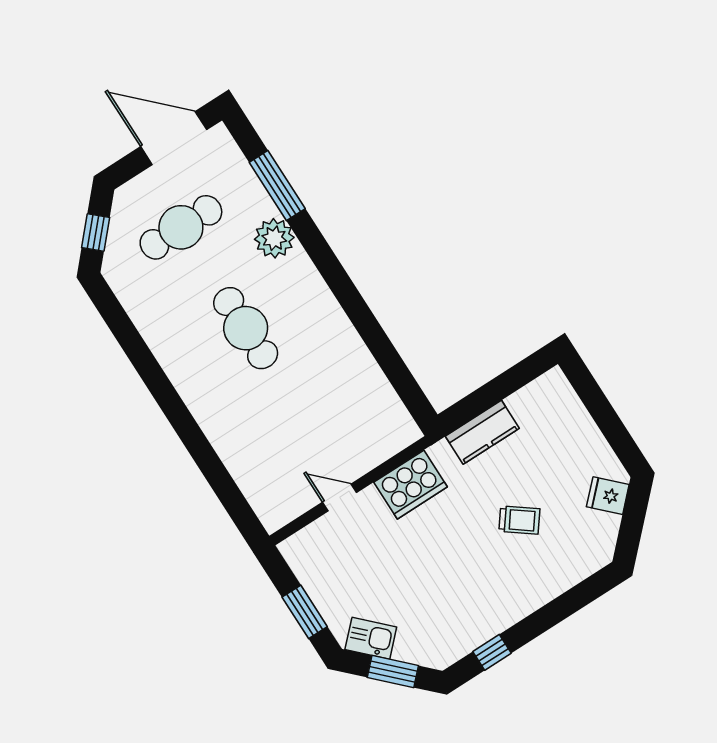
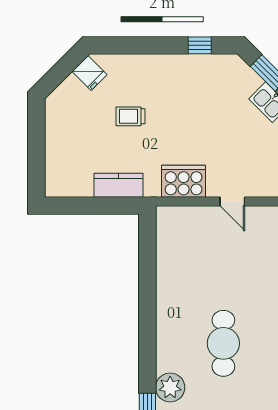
fridge: (608, 496) -> (90, 73), moved
trolley: (519, 520) -> (130, 116), turned -37

